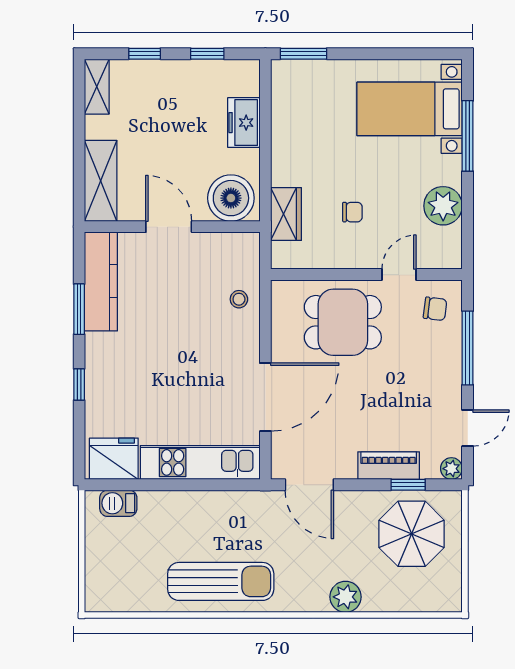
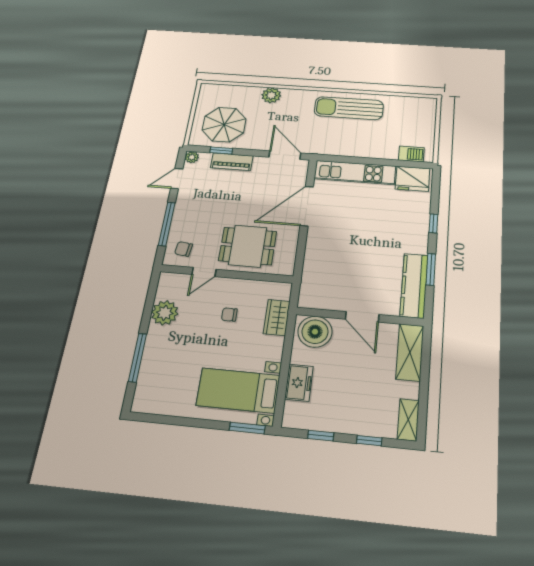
bed with nightstands: (410, 109) -> (238, 390), moved, turned 180
stool: (239, 299) -> (317, 266), removed

